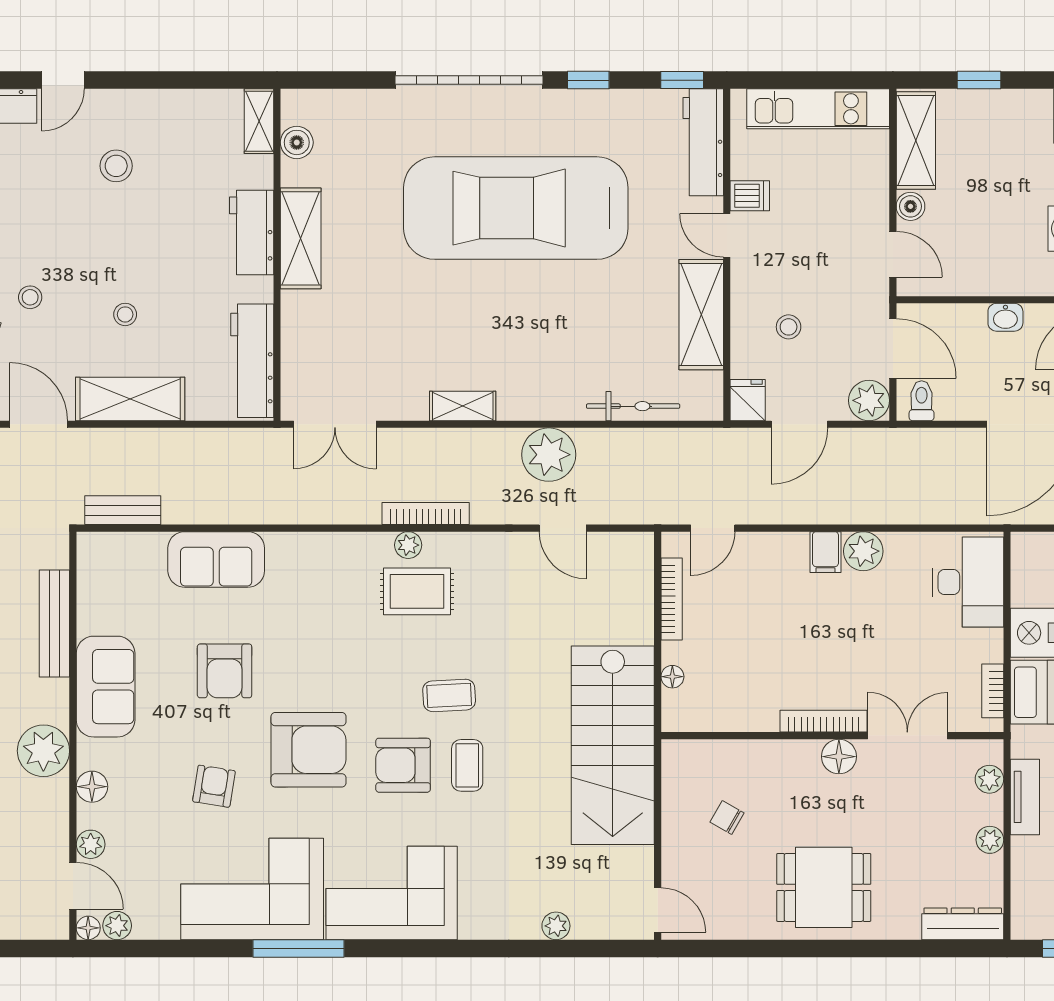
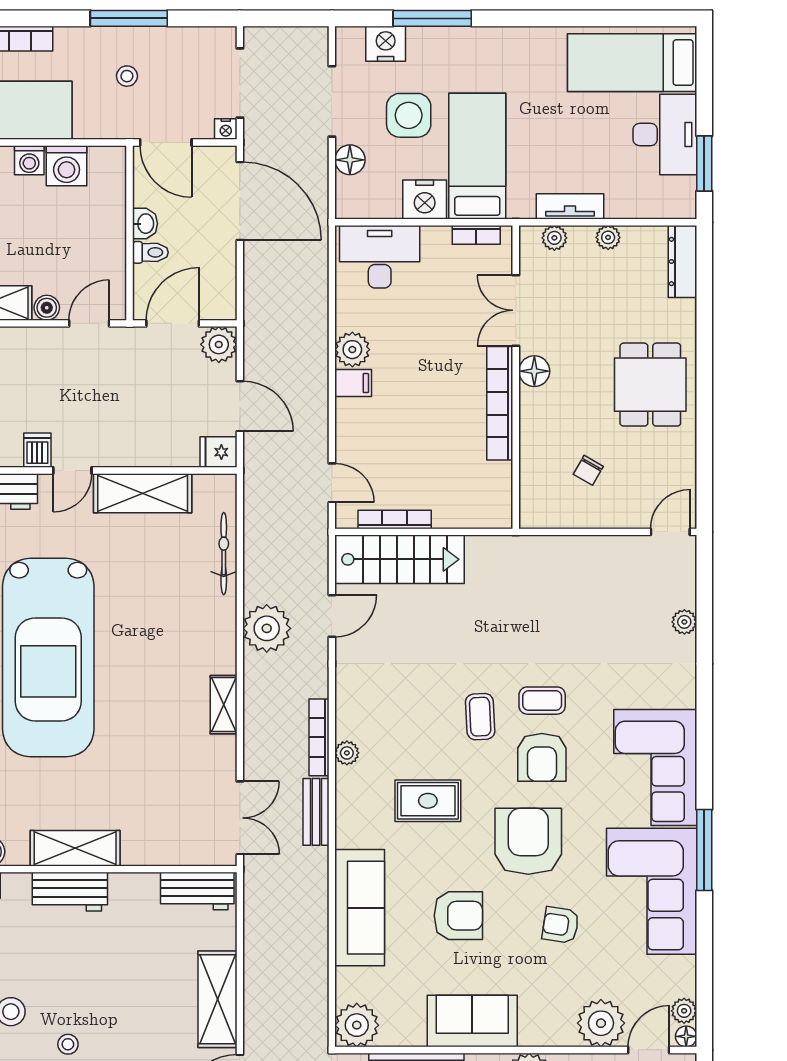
stool: (125, 314) -> (68, 1044), moved
stool: (789, 327) -> (154, 416), removed
workbench: (252, 361) -> (197, 891), width x0.73
toilet: (922, 401) -> (150, 252), moved, turned 180
bench: (123, 510) -> (316, 812), moved
plant: (101, 556) -> (357, 1025), added
sofa: (216, 559) -> (360, 908), width x1.36
rug: (417, 591) -> (428, 801), moved, turned 90
floor lamp: (672, 677) -> (464, 519), removed
bookcase: (823, 721) -> (500, 403), width x1.48, depth x1.31
stairs: (613, 745) -> (399, 559), moved, width x0.73, depth x0.66
floor lamp: (92, 787) -> (561, 1033), removed
plant: (91, 844) -> (601, 1023), width x1.88, depth x1.88

